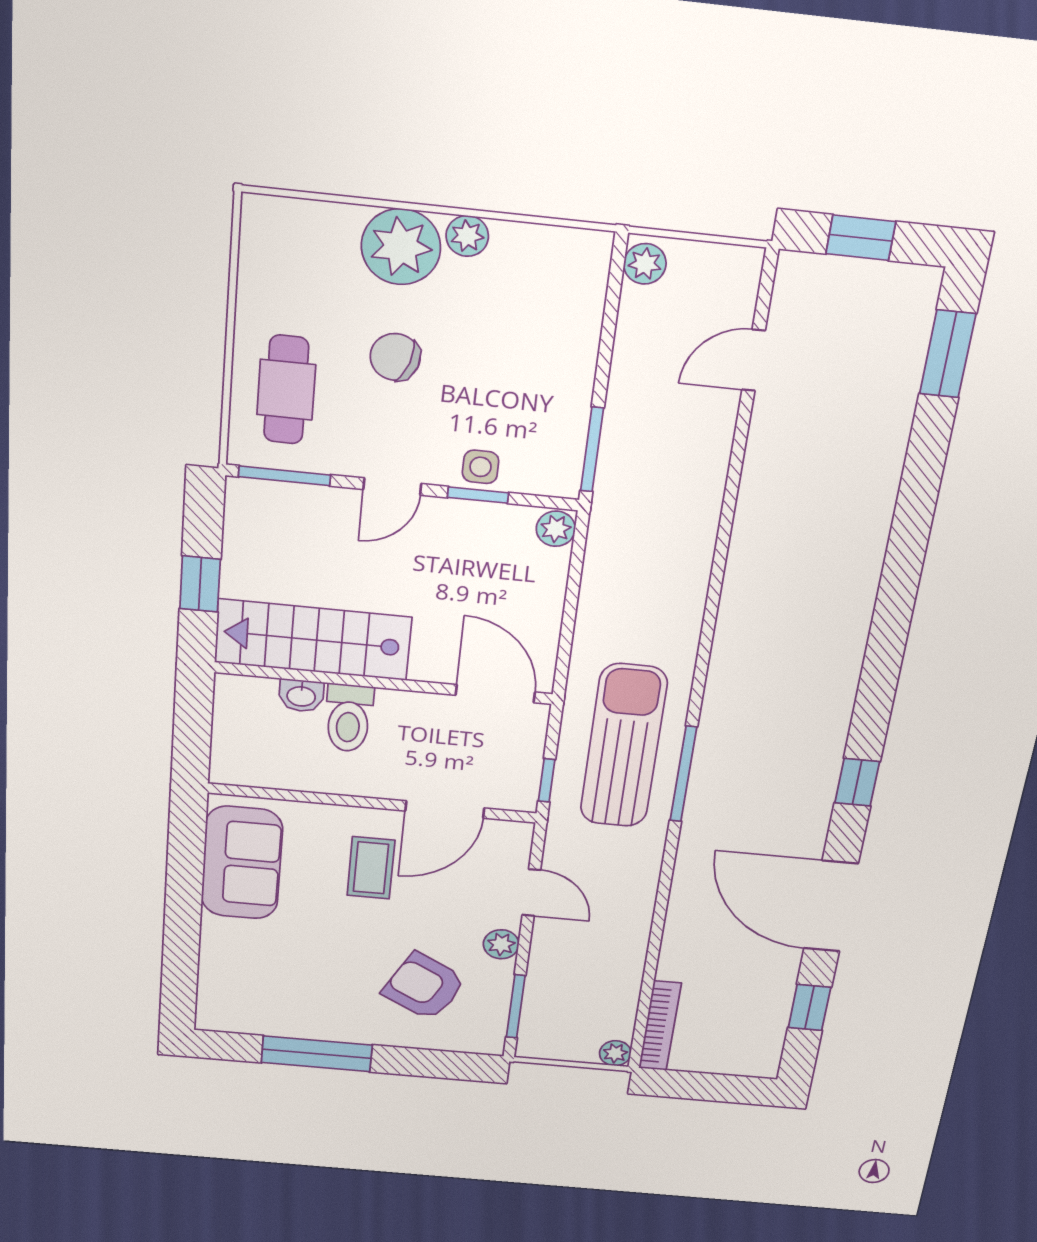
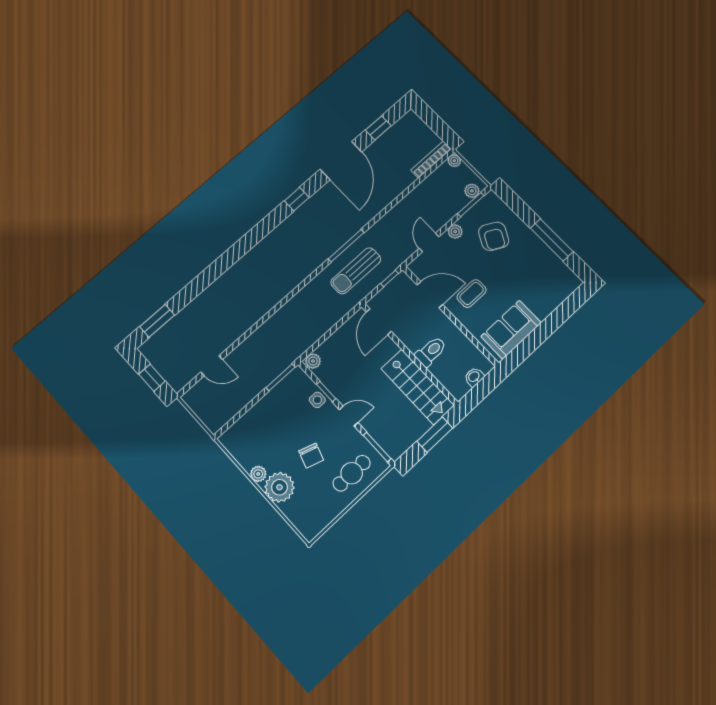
plant: (645, 264) -> (472, 191), moved
window: (200, 584) -> (435, 435), width x1.50
washbasin: (301, 696) -> (474, 377), moved, turned -90
sun lounger: (624, 746) -> (356, 271), width x0.73, depth x0.75

